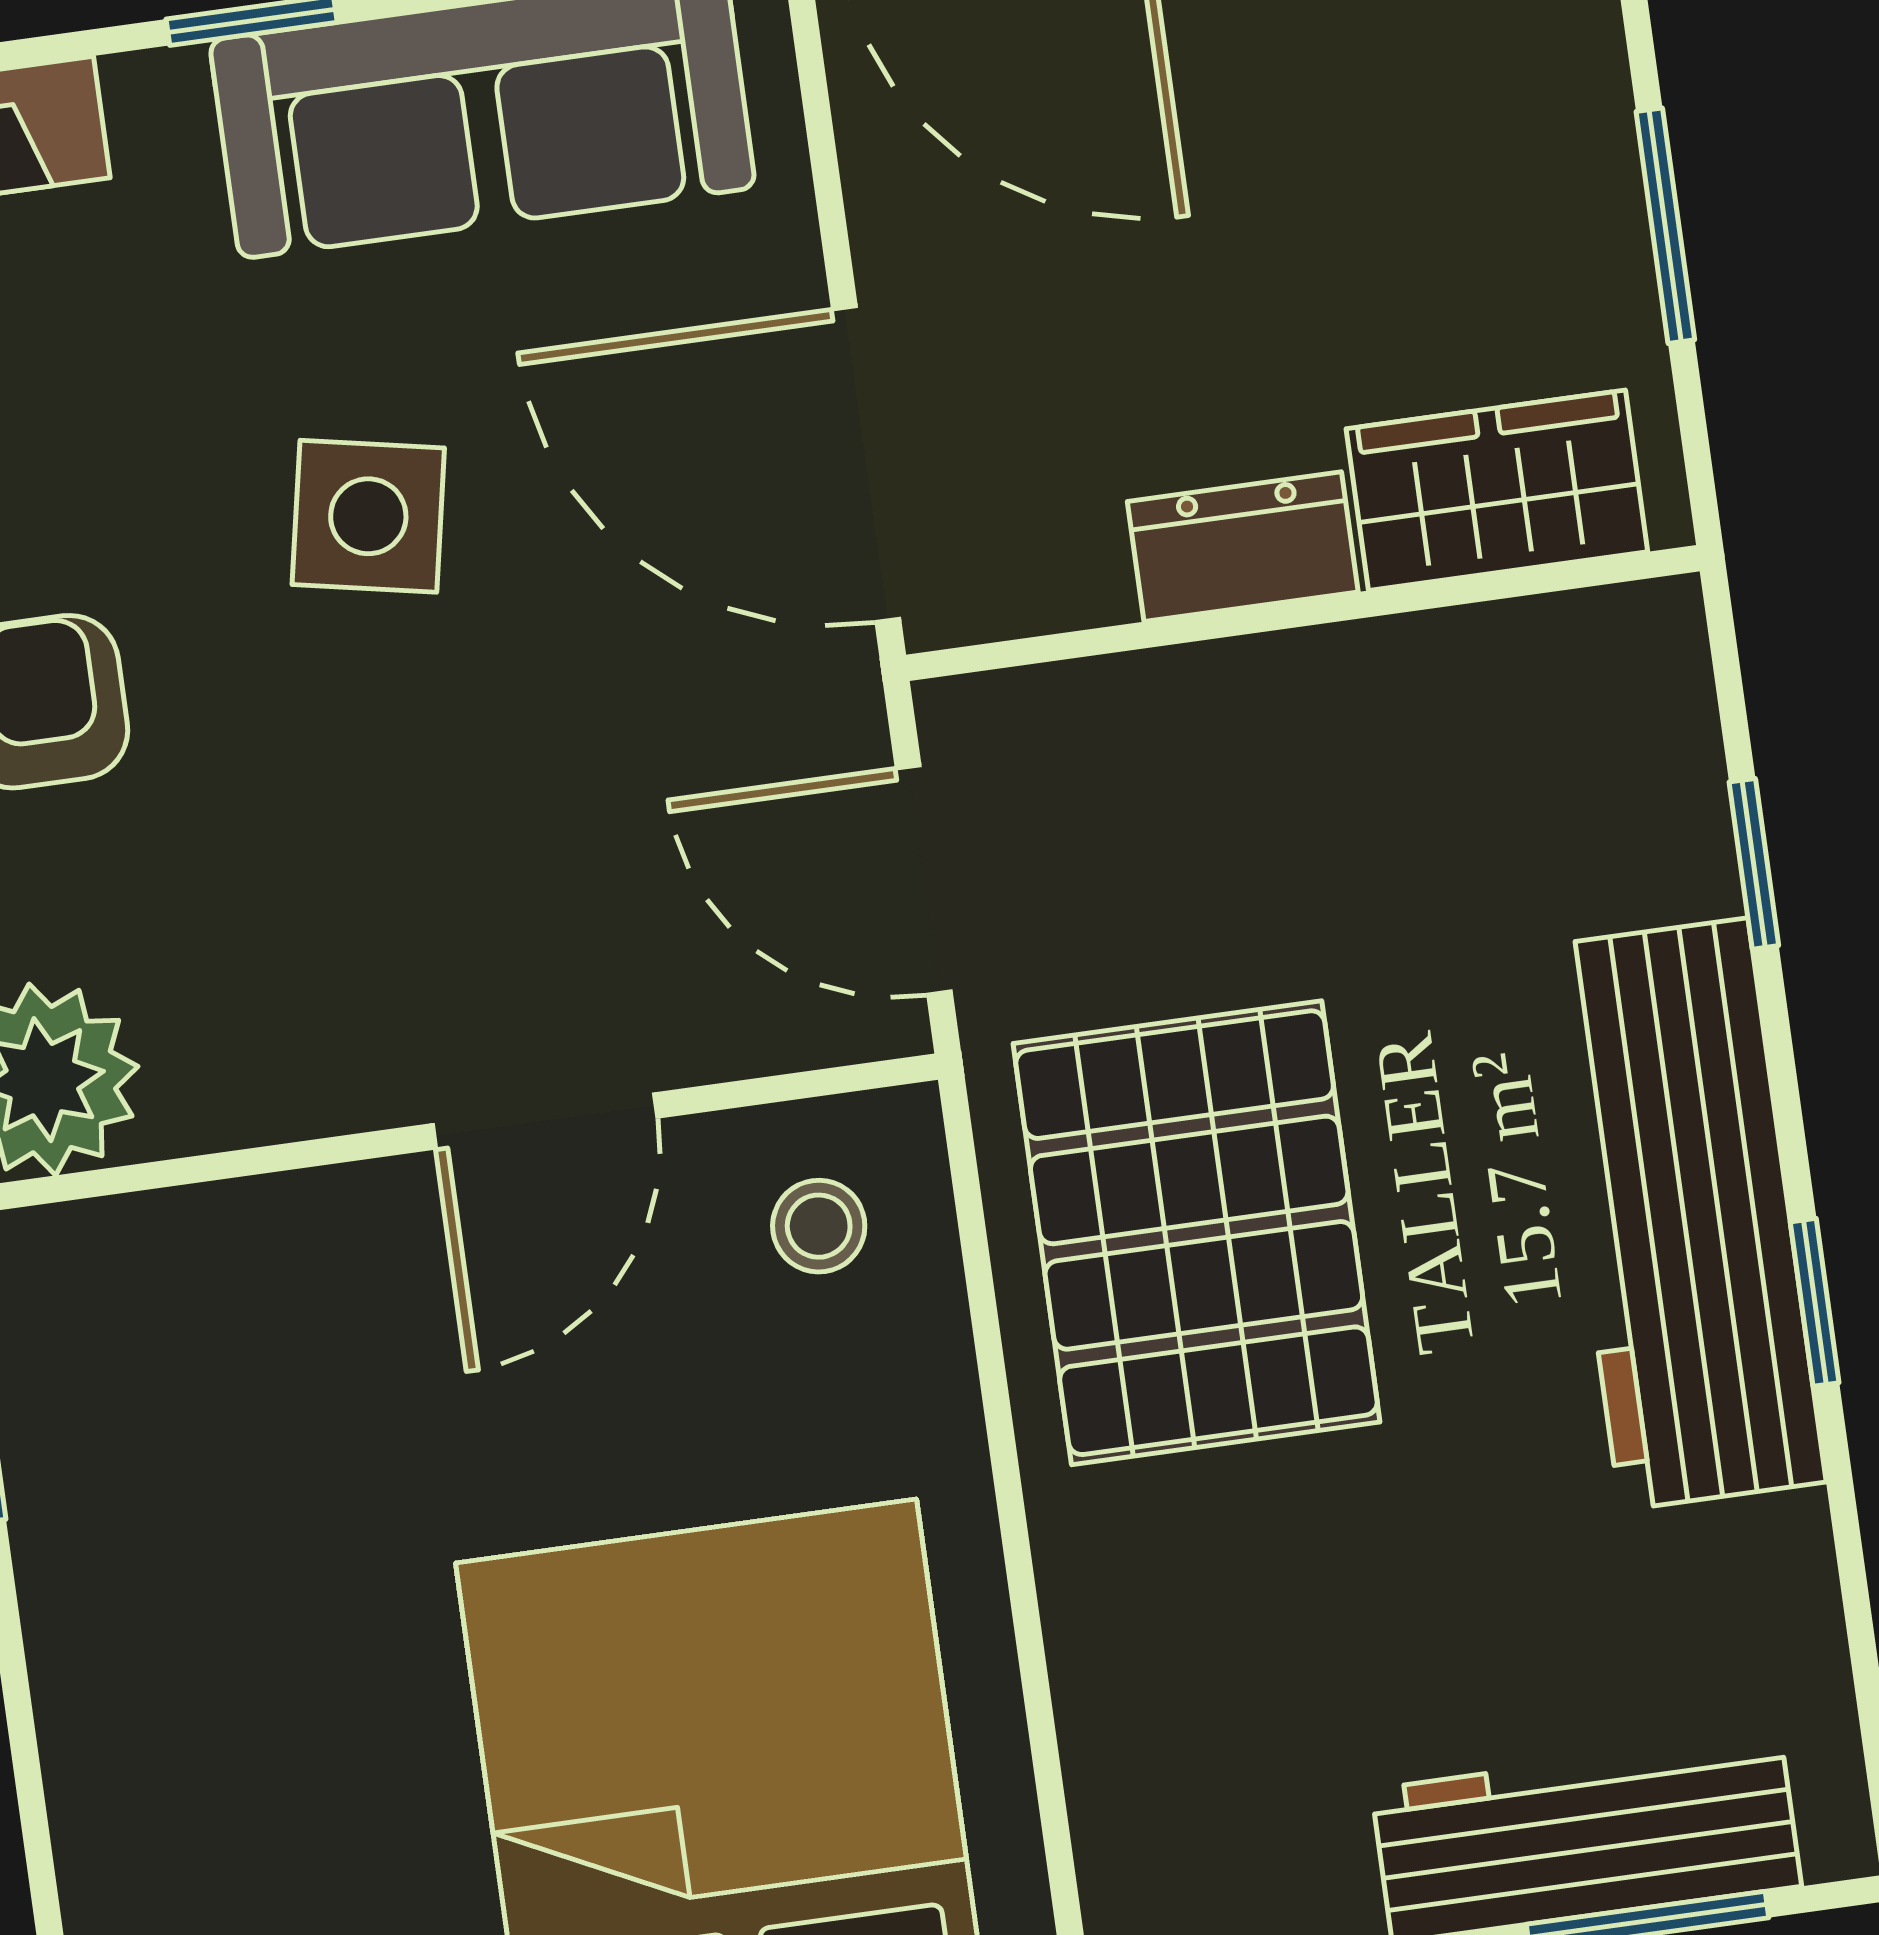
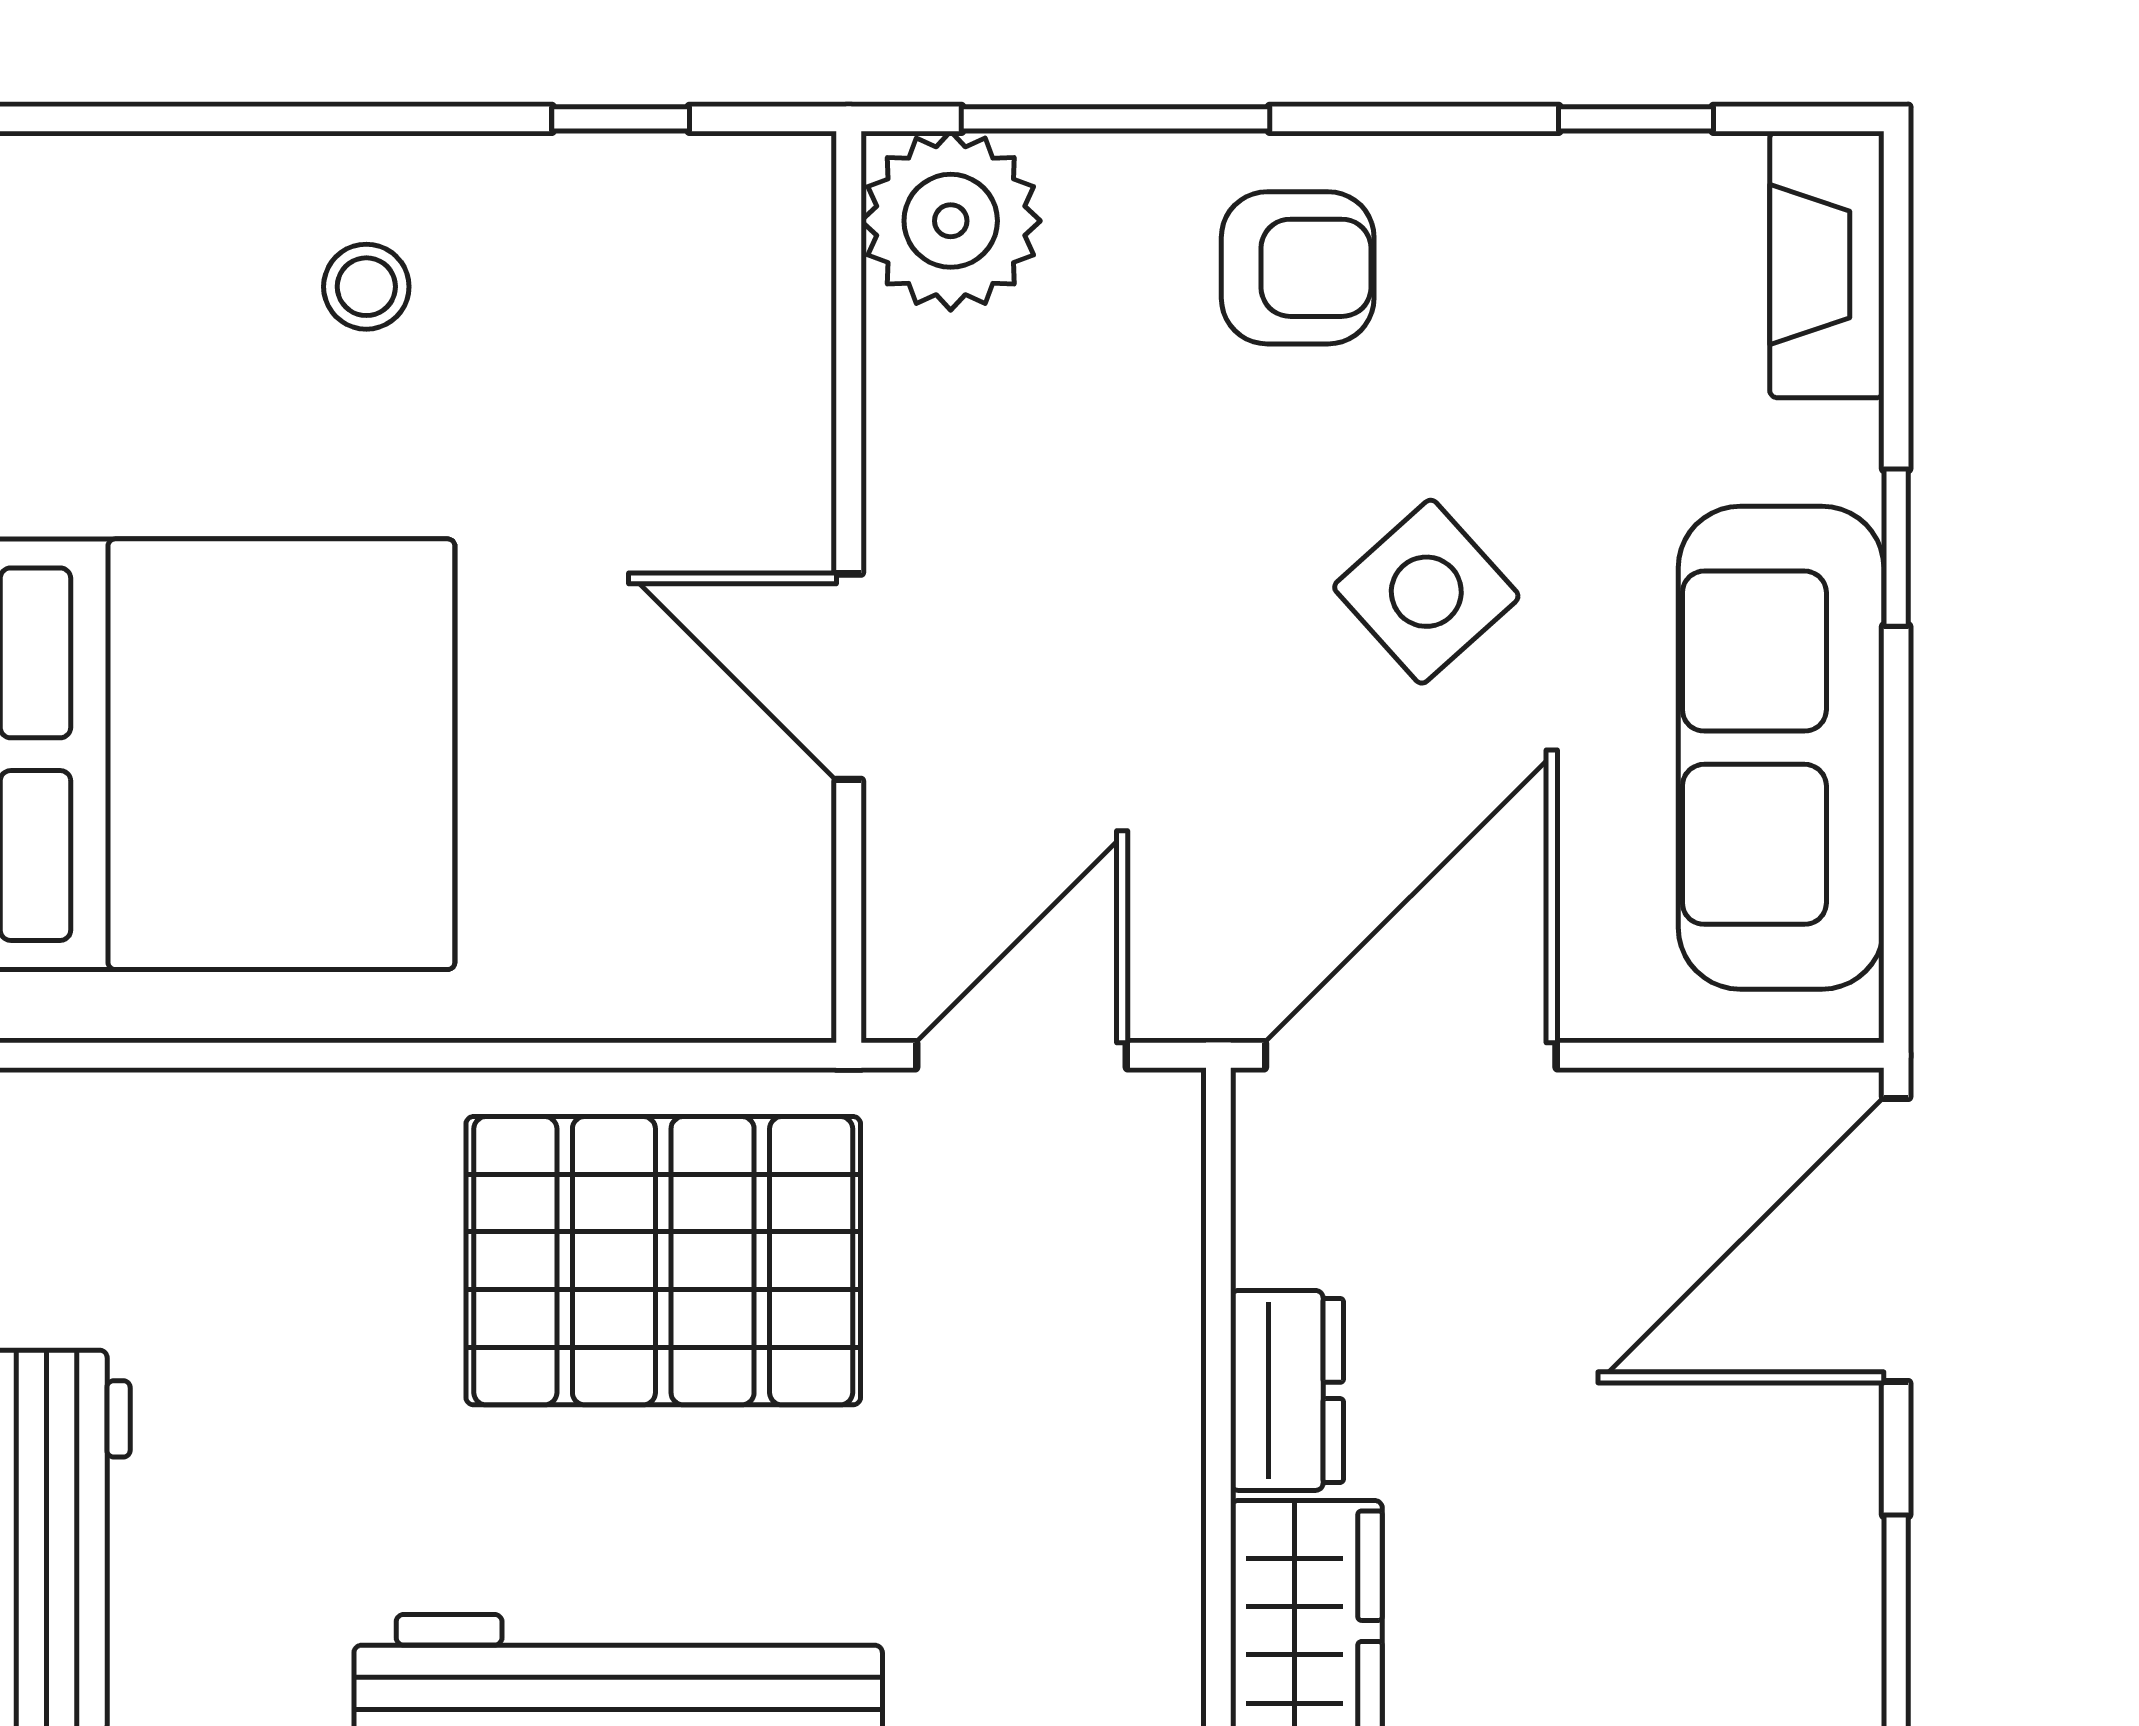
side table: (368, 516) -> (1426, 592), turned 37
stool: (819, 1226) -> (366, 287), moved

